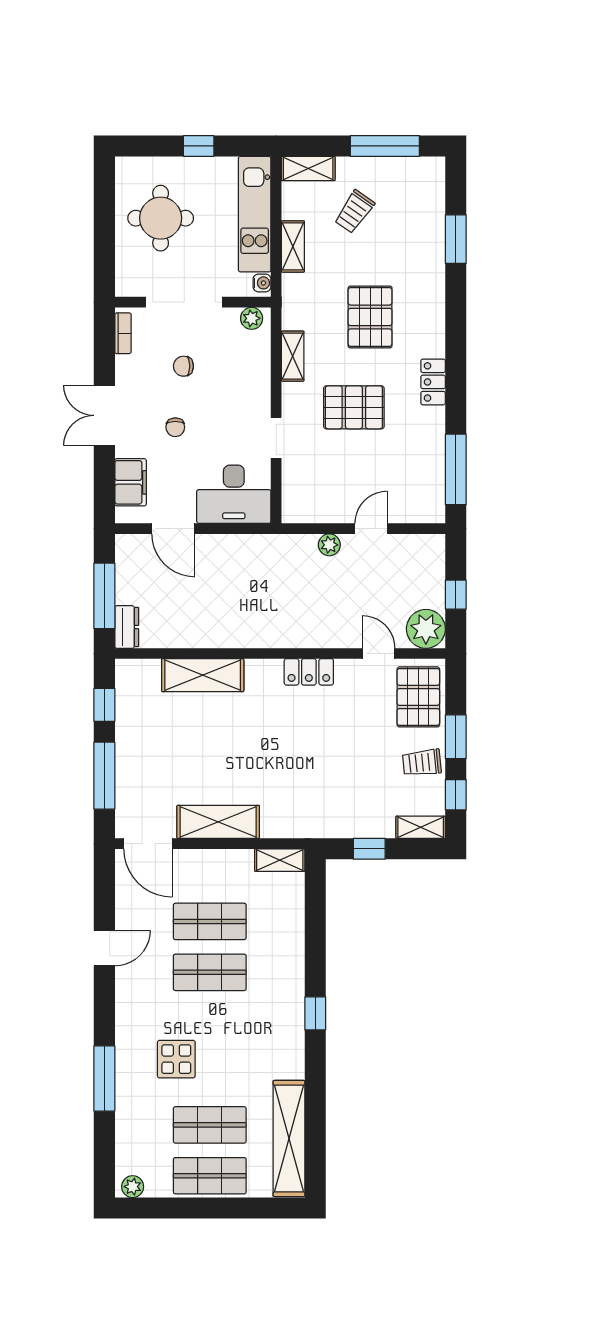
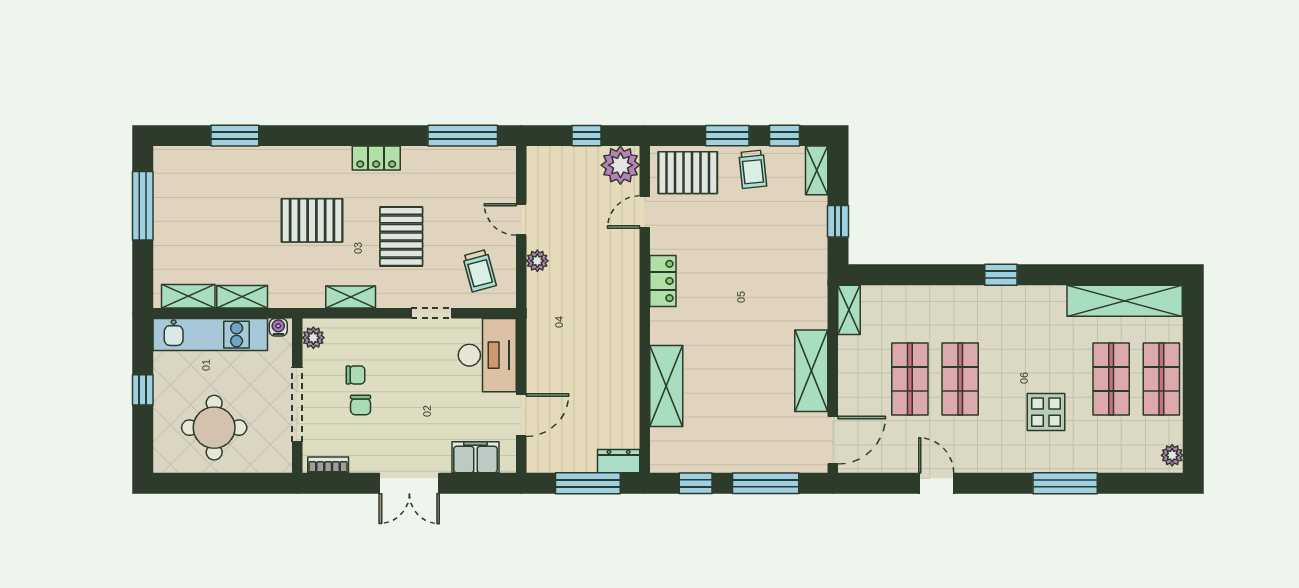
shelving: (308, 168) -> (188, 296), moved, turned 90
trolley: (354, 212) -> (479, 271), moved, turned 40
chair: (175, 427) -> (356, 375), moved

